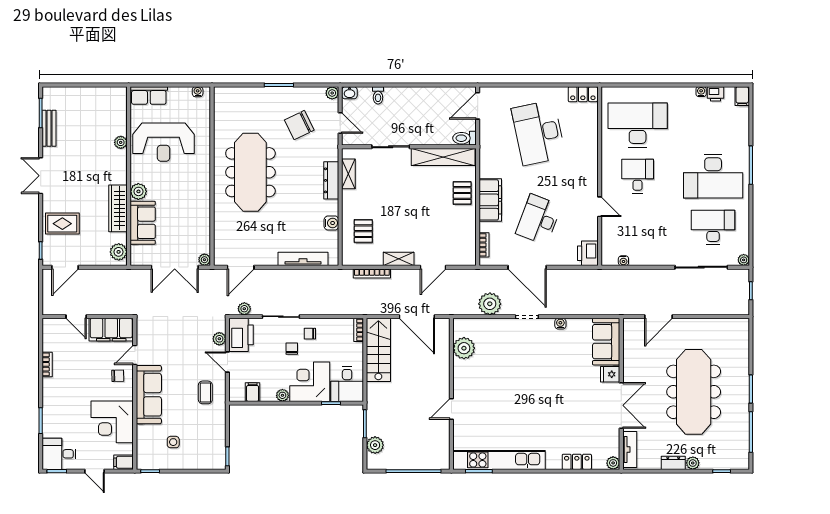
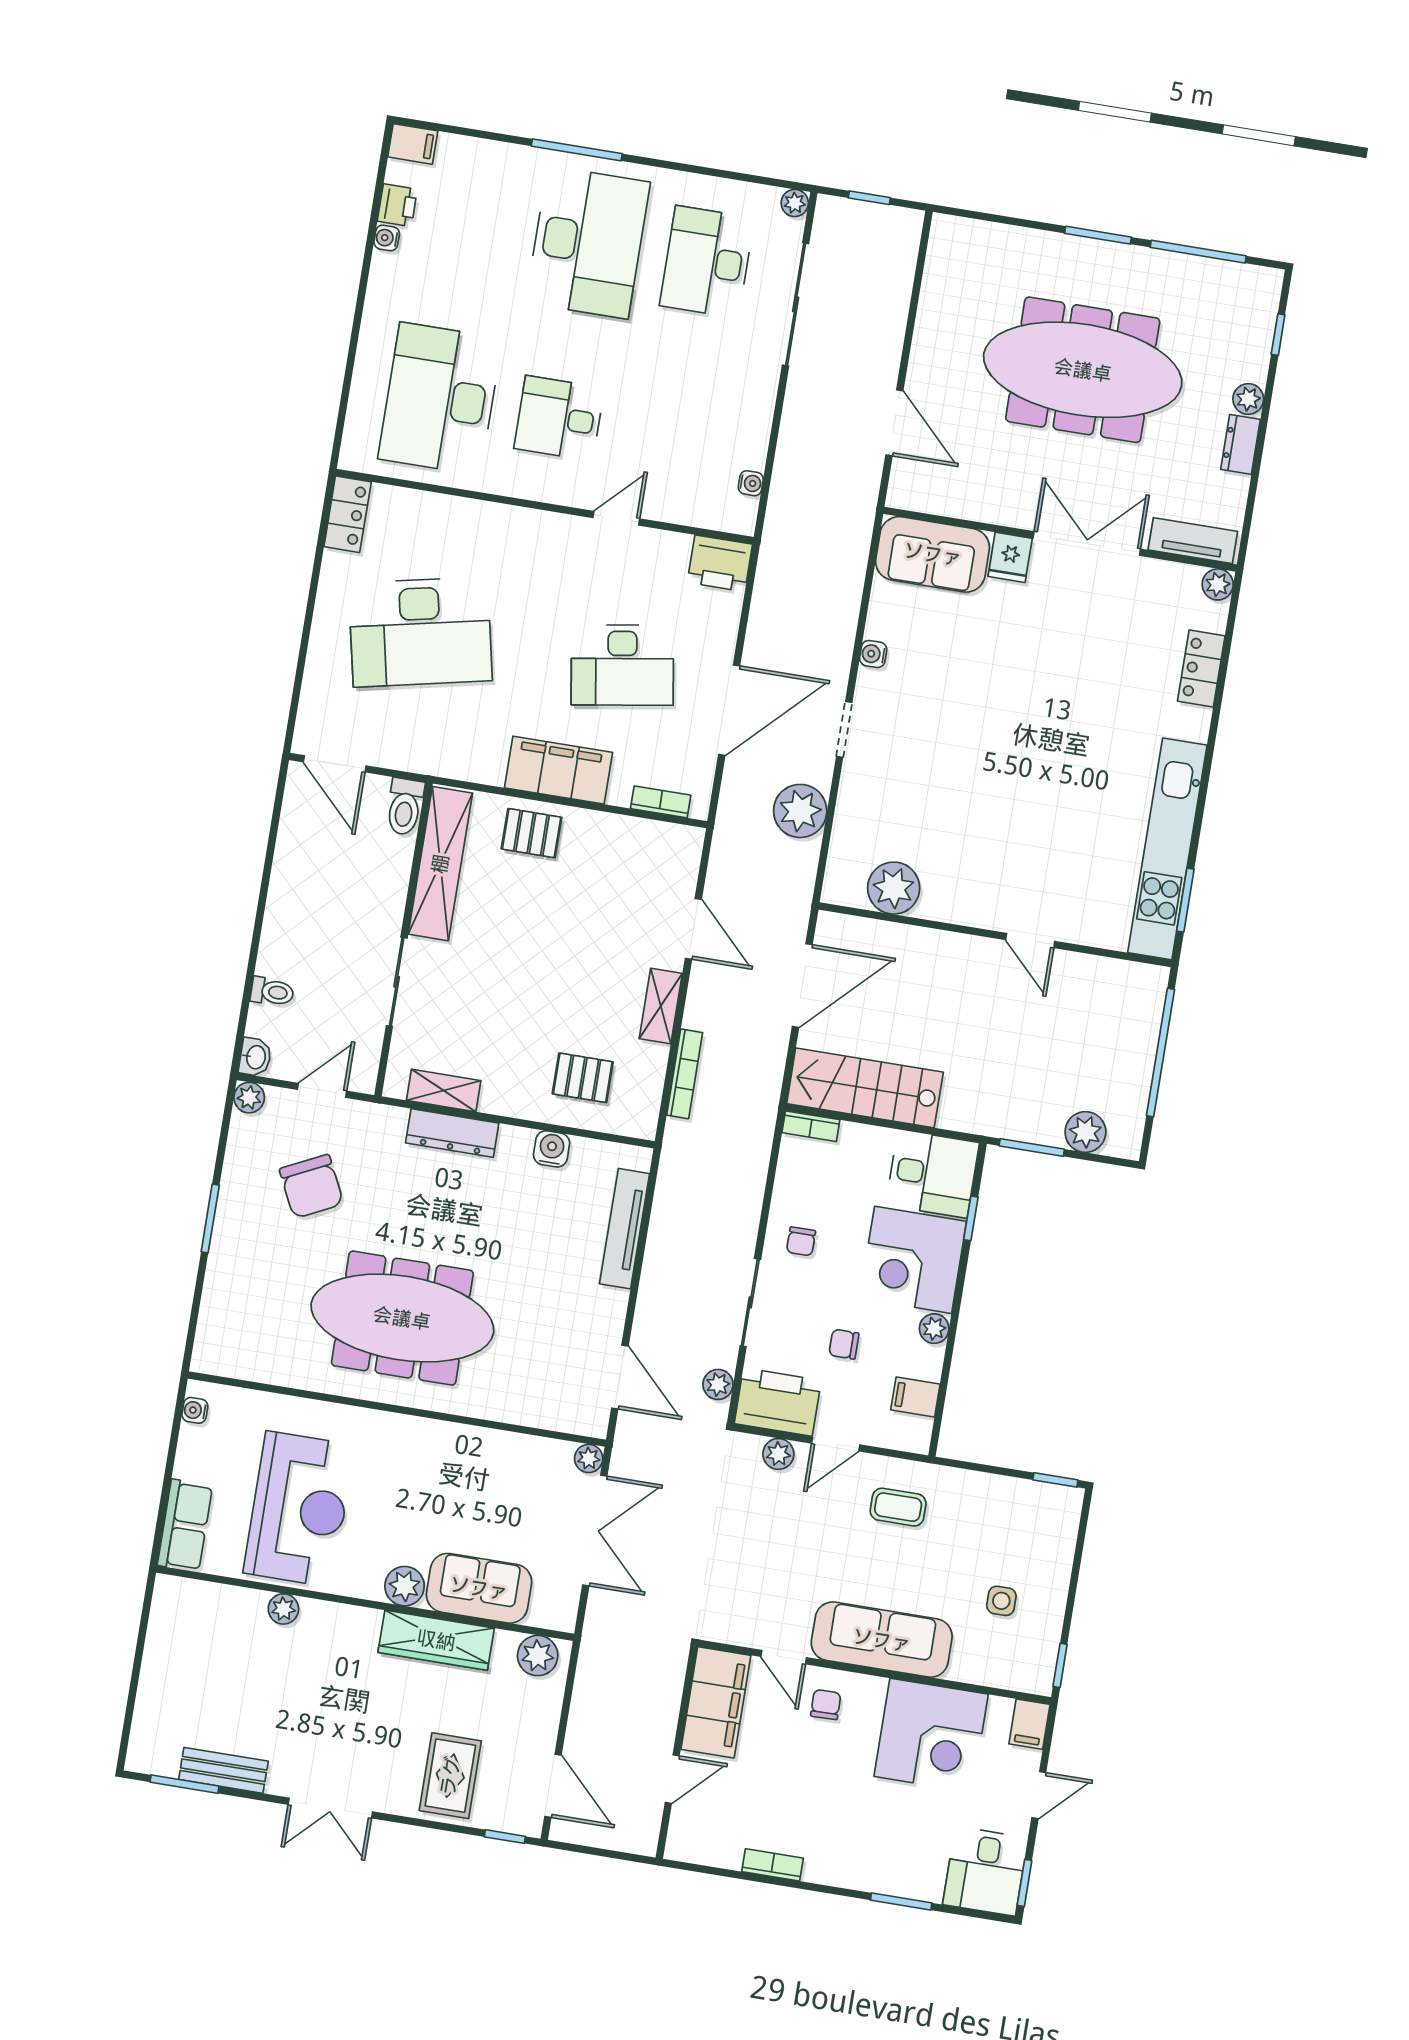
desk: (539, 219) -> (622, 665), turned -30
chair: (292, 349) -> (844, 1344), moved

